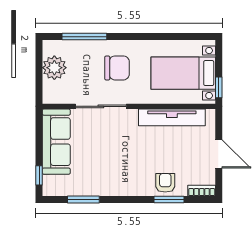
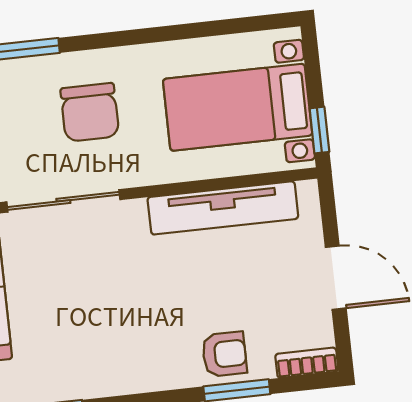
chair: (117, 68) -> (90, 112), turned 90
armchair: (165, 183) -> (224, 354), turned 90

